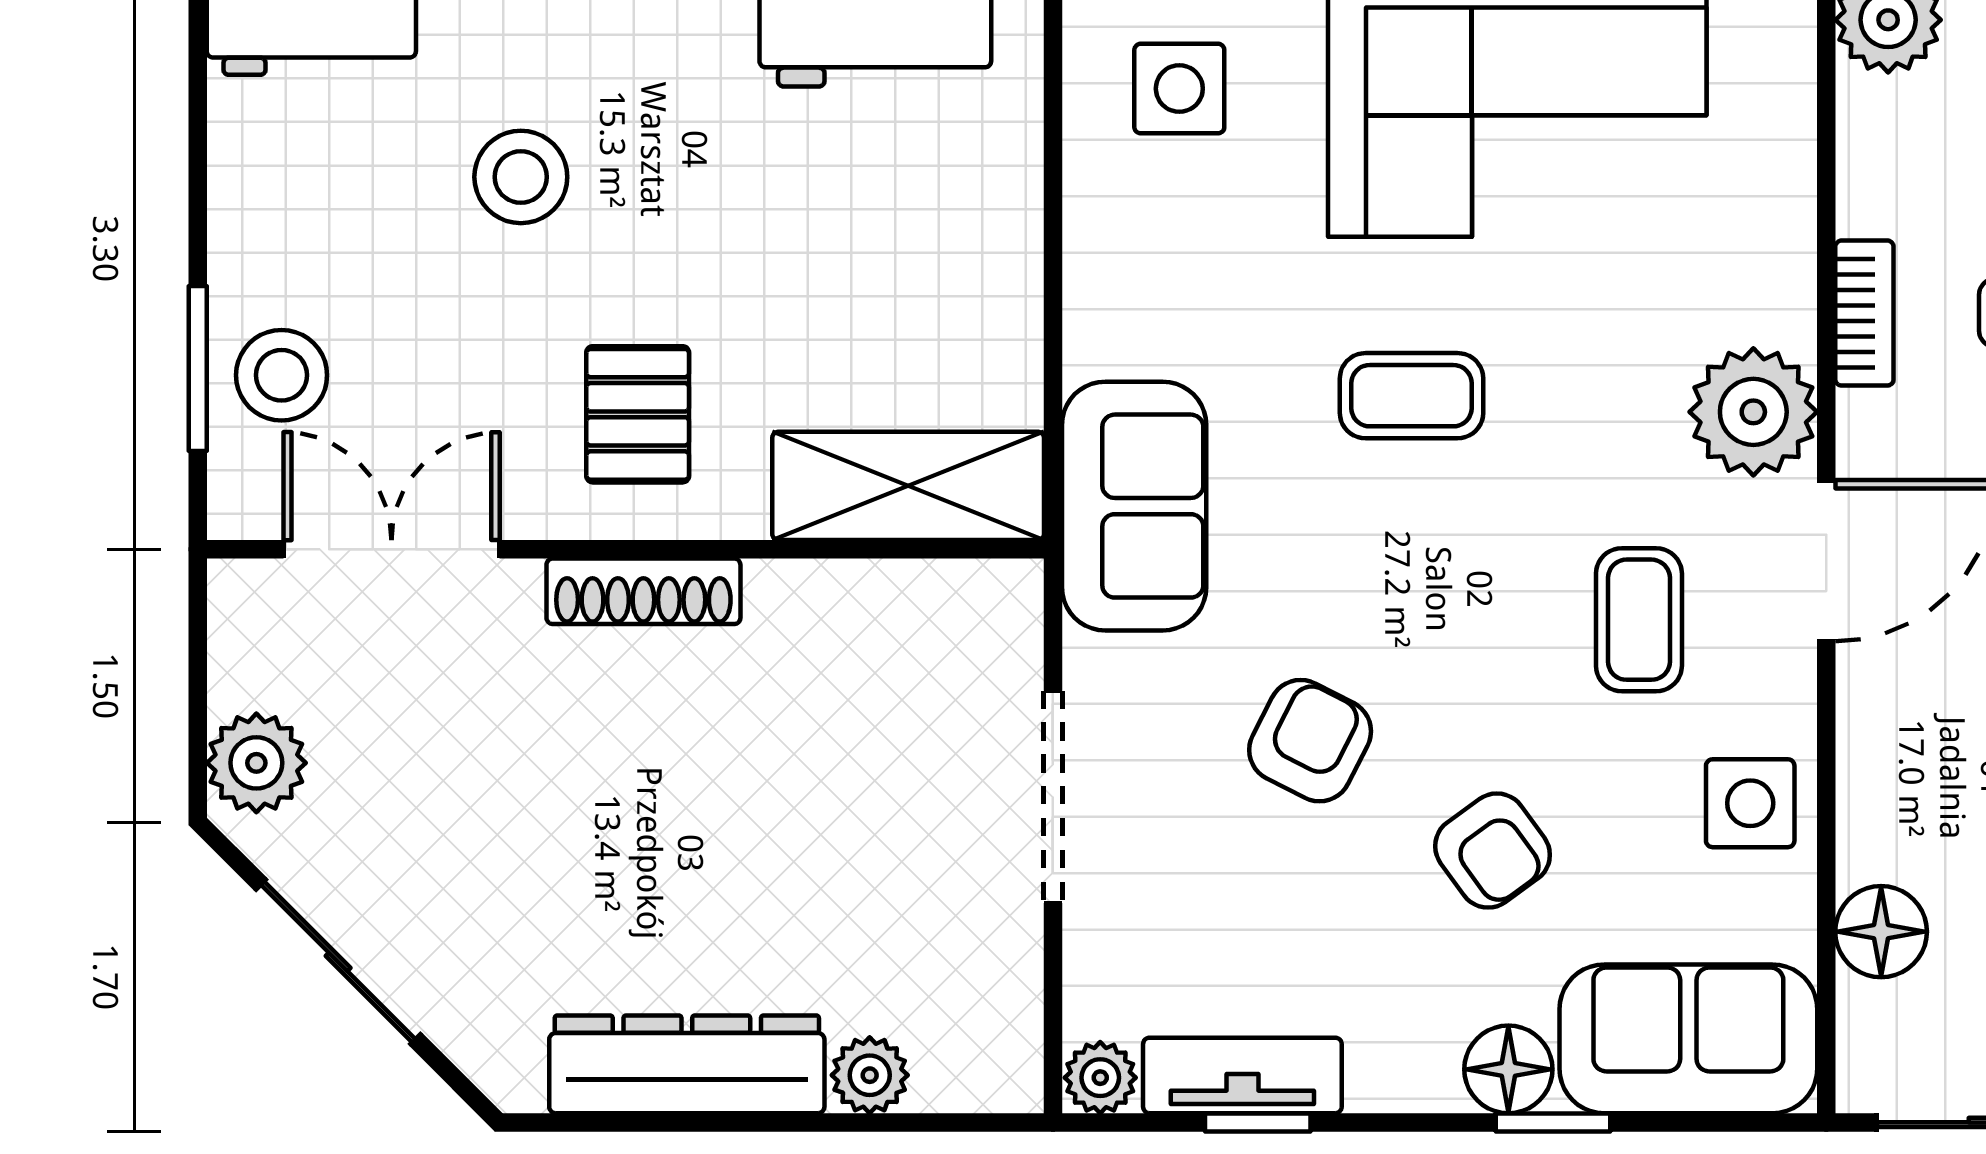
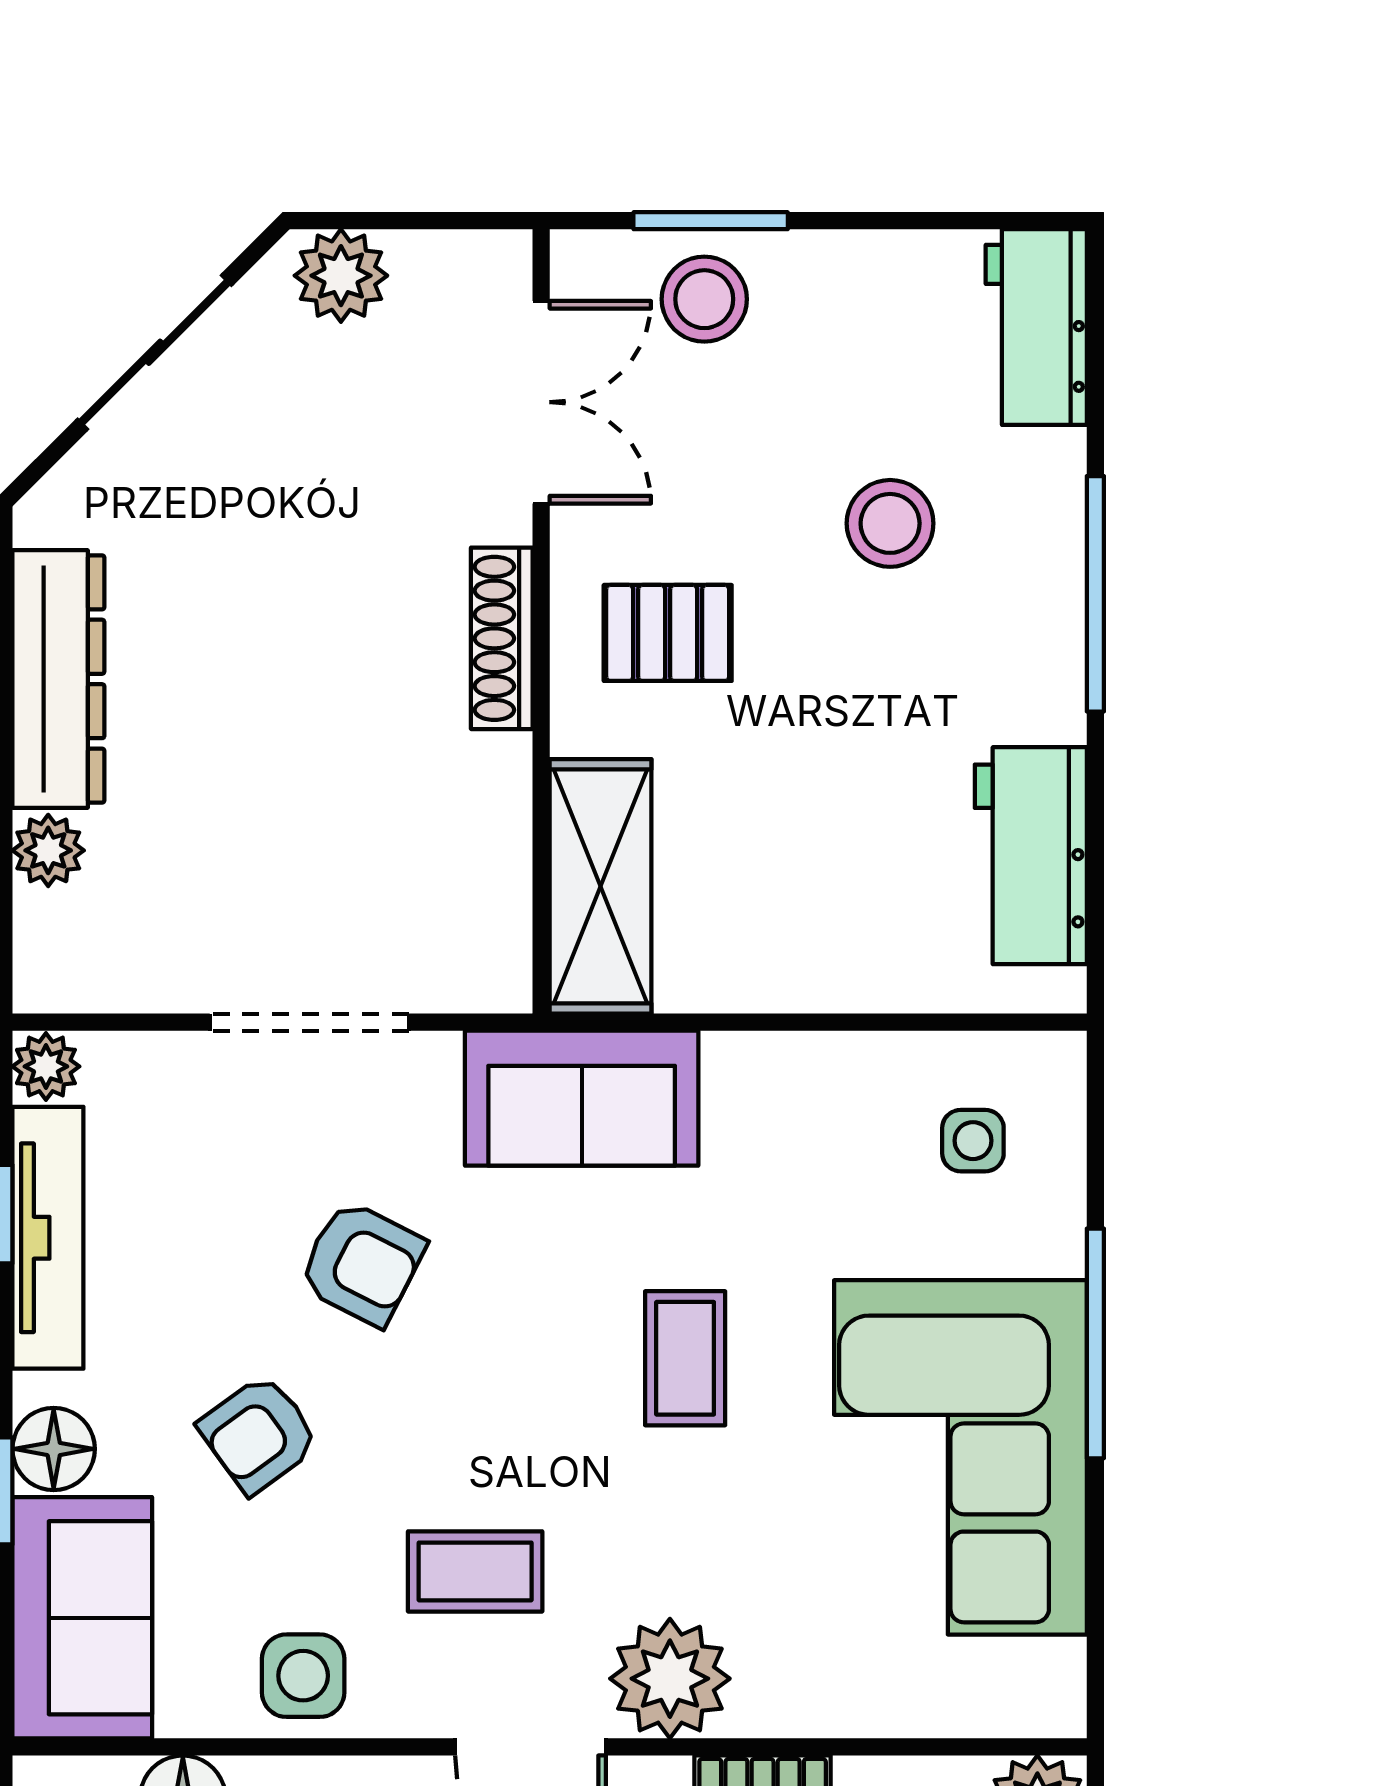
side table: (1179, 89) -> (973, 1141), width x0.73, depth x0.73
tv unit: (1242, 1075) -> (48, 1238), width x1.41

